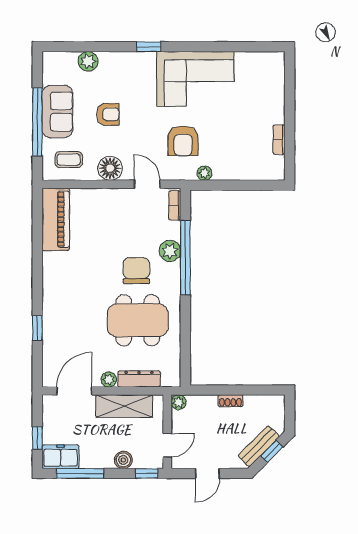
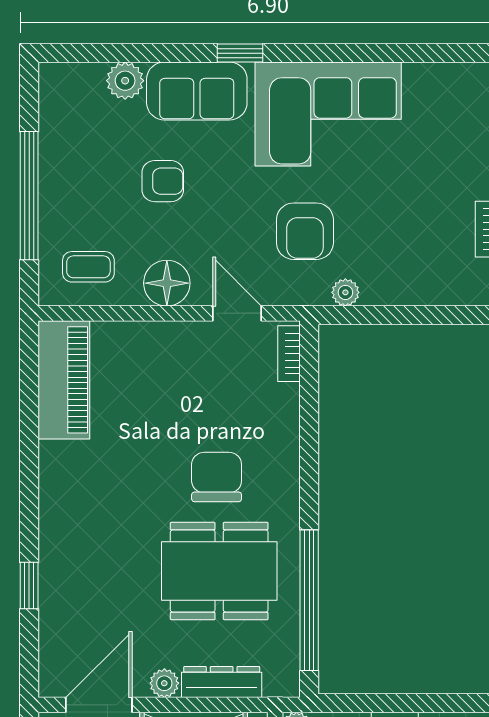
sofa: (57, 112) -> (197, 91), moved, turned 90
plant: (170, 251) -> (280, 440), removed
window: (185, 258) -> (309, 600), moved

